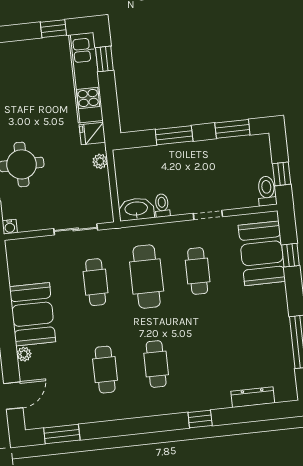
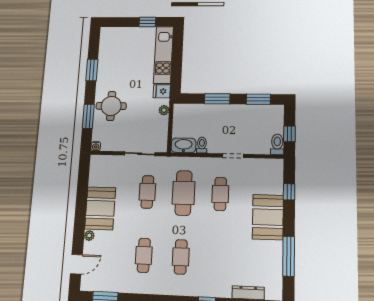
window: (104, 59) -> (178, 44), removed
booth: (262, 253) -> (268, 217), moved

